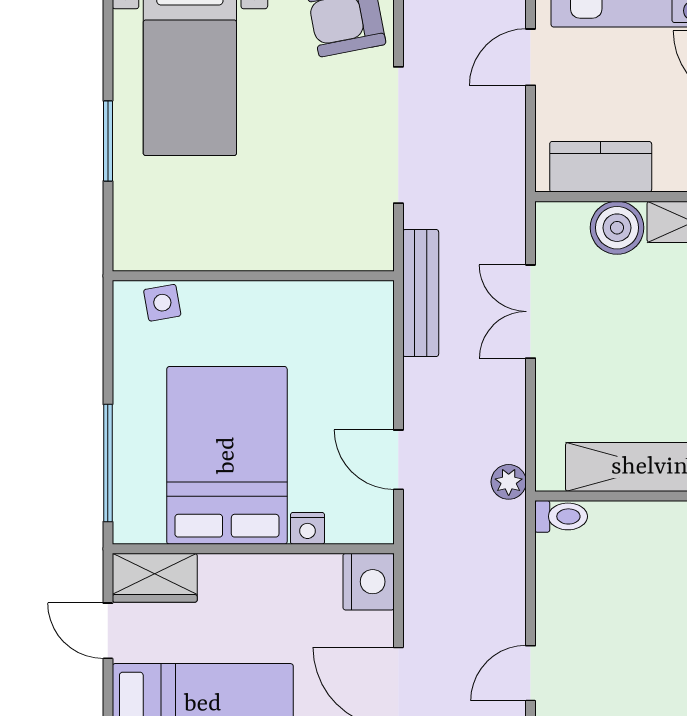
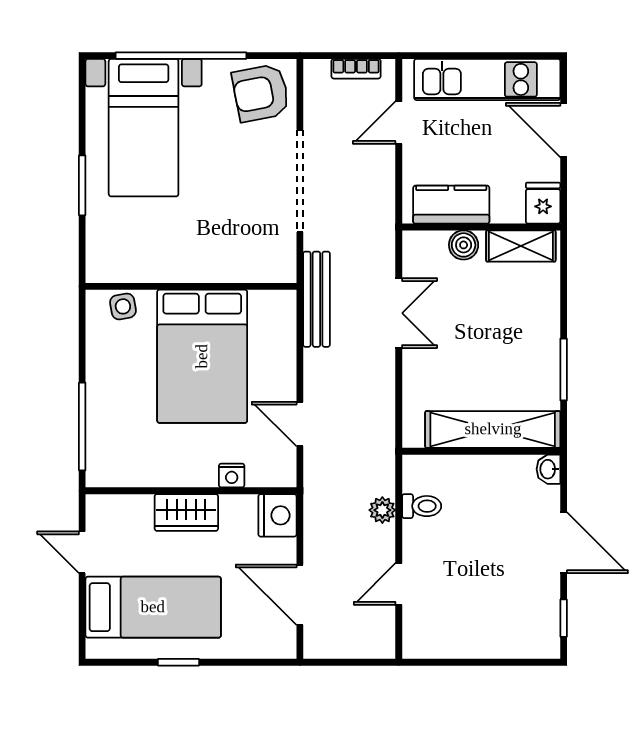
boiler: (617, 228) -> (464, 245), width x0.73, depth x0.73
double door: (531, 312) -> (399, 313), swing flipped
bed: (227, 455) -> (202, 356), moved, turned 180
plant: (509, 482) -> (382, 510), moved
toilet: (561, 516) -> (422, 506), moved
wardrobe: (155, 578) -> (186, 512), moved

